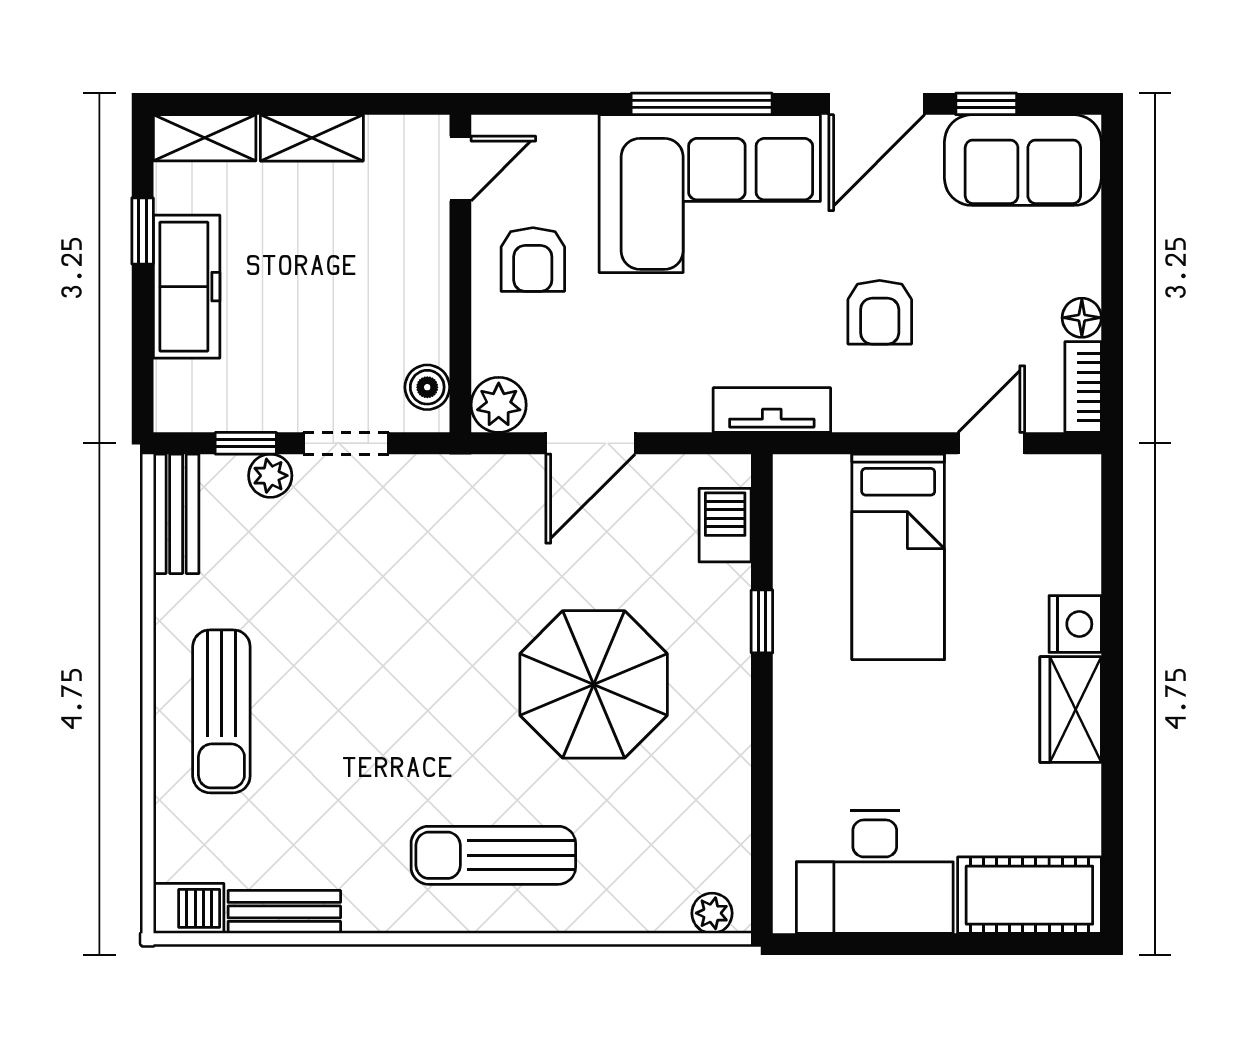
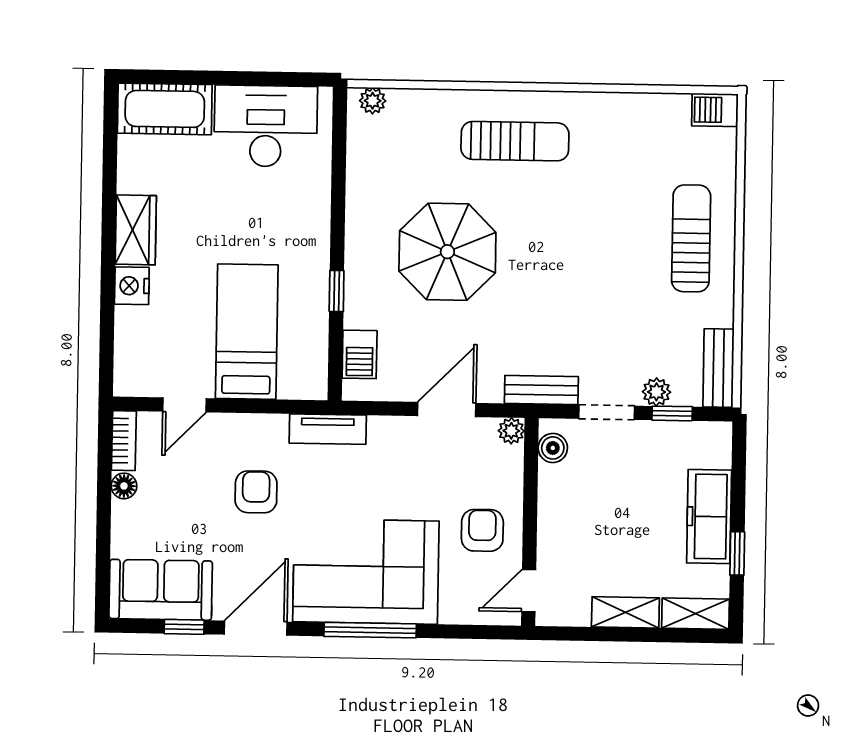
plant: (499, 405) -> (511, 431), width x0.73, depth x0.73
bench: (284, 912) -> (541, 390), moved

